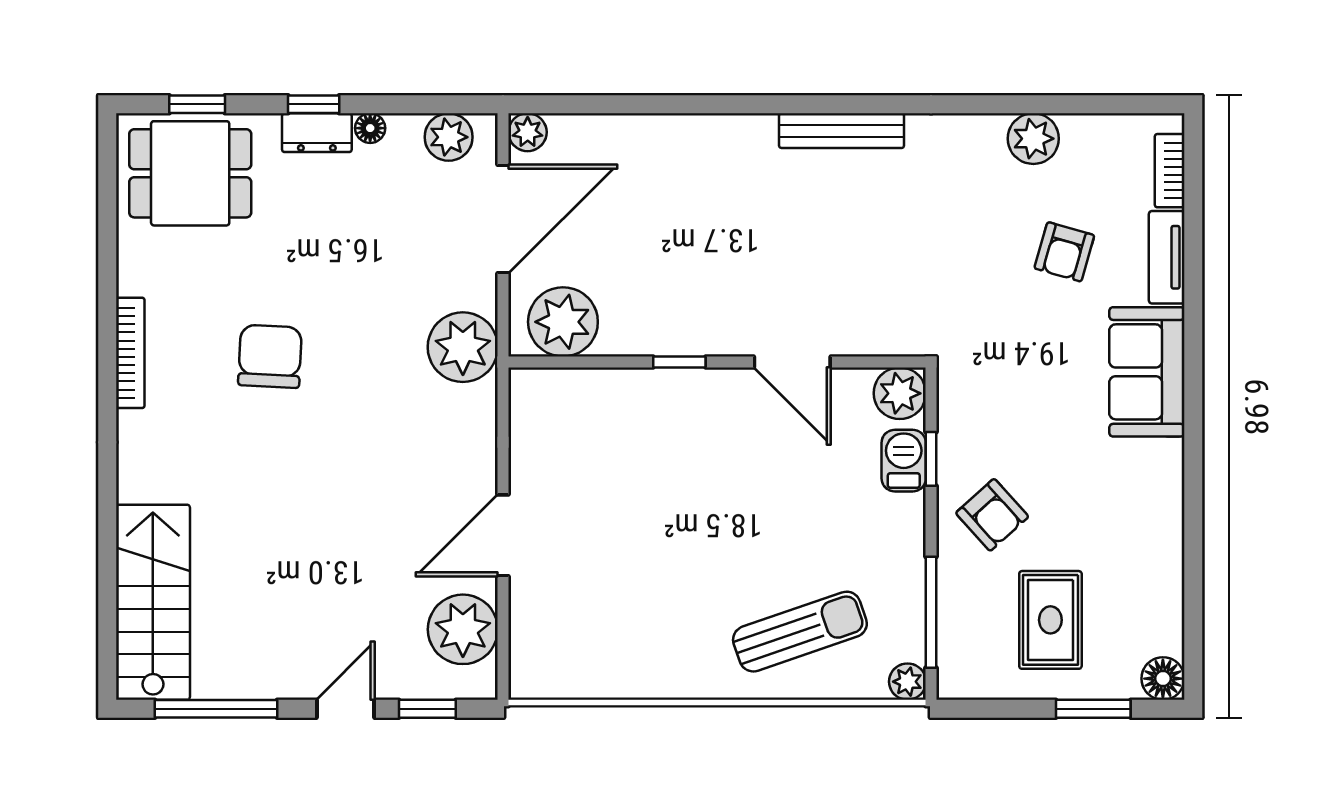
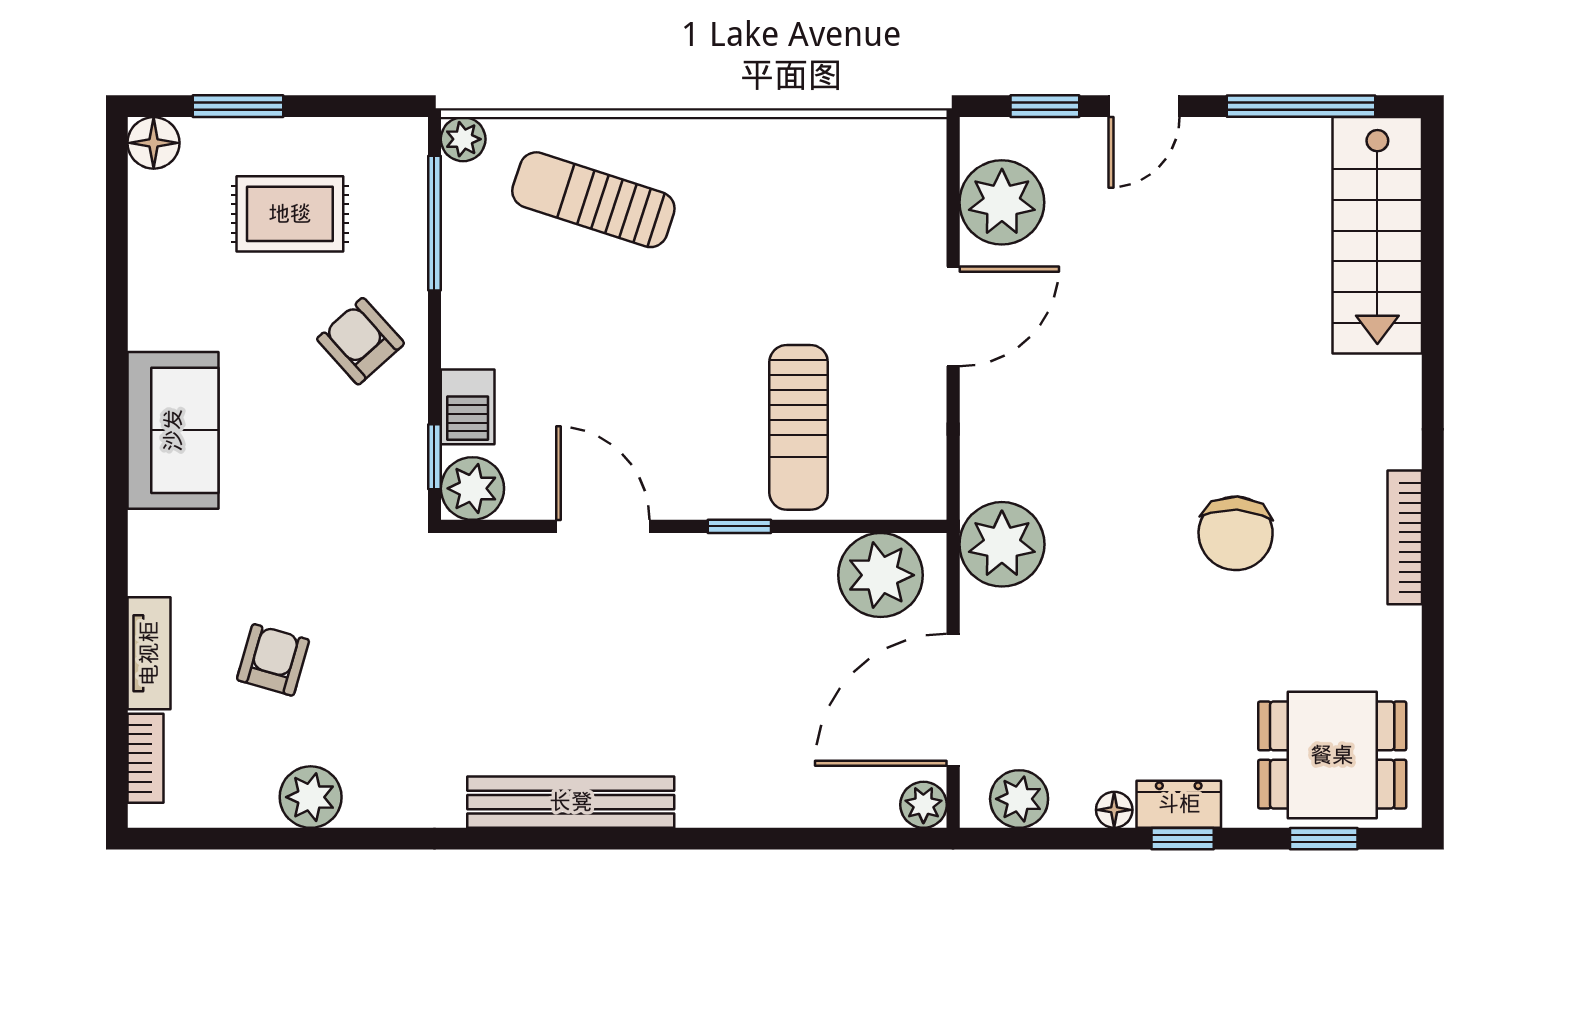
bench: (842, 131) -> (571, 802), width x1.37, depth x1.21
sofa: (1147, 372) -> (173, 430), moved
sun lounger: (631, 444) -> (799, 427), added
window: (931, 459) -> (434, 457), moved
rug: (1050, 620) -> (290, 214), turned 90
sun lounger: (800, 632) -> (593, 200), turned 37

